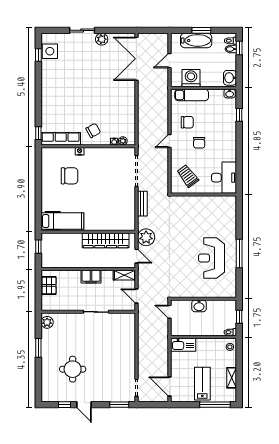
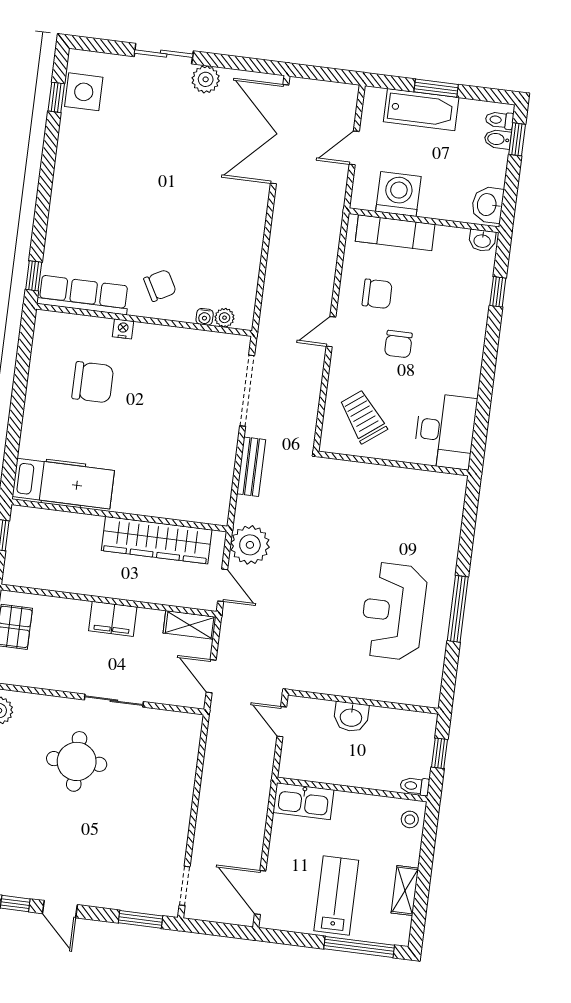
round table: (73, 369) -> (77, 761), moved

